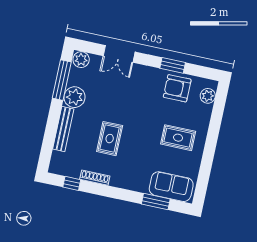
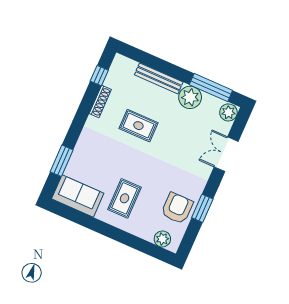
sofa: (171, 187) -> (78, 196), moved, turned -90

